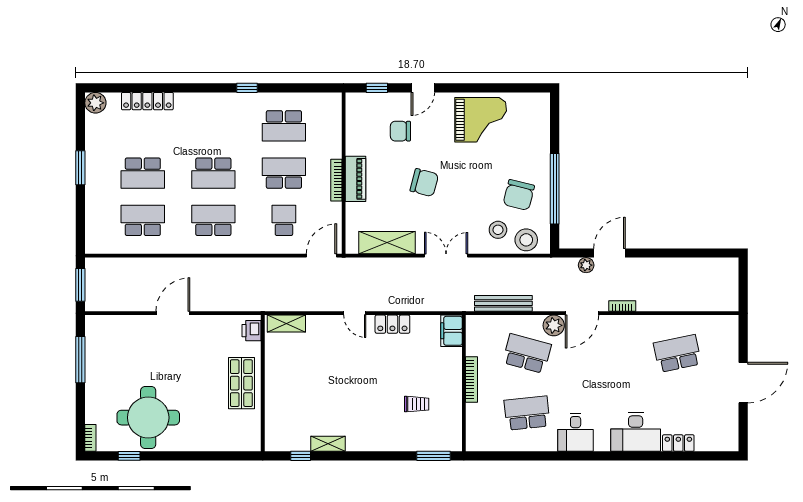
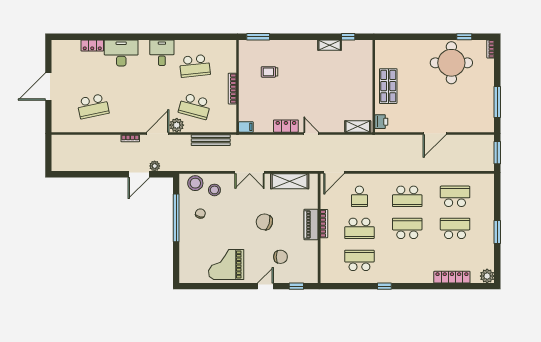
chair: (519, 195) -> (200, 214), width x0.54, depth x0.54
school desk: (143, 220) -> (455, 196), turned 180
filing cabinet: (452, 331) -> (246, 127), width x0.50

